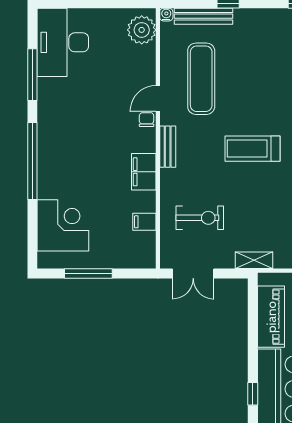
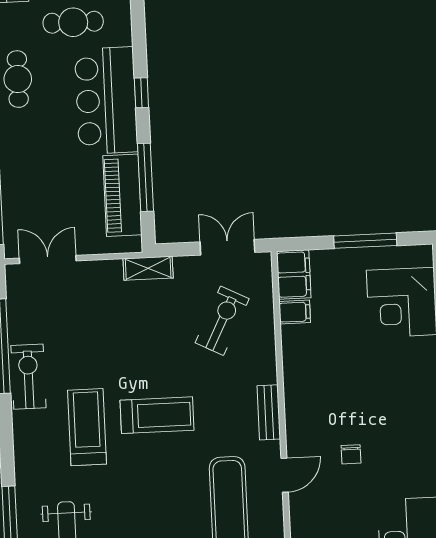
chair: (147, 120) -> (351, 454), moved
filing cabinet: (144, 172) -> (294, 275), moved
exercise bike: (200, 218) -> (222, 321), turned 117
window: (253, 329) -> (145, 177), added

